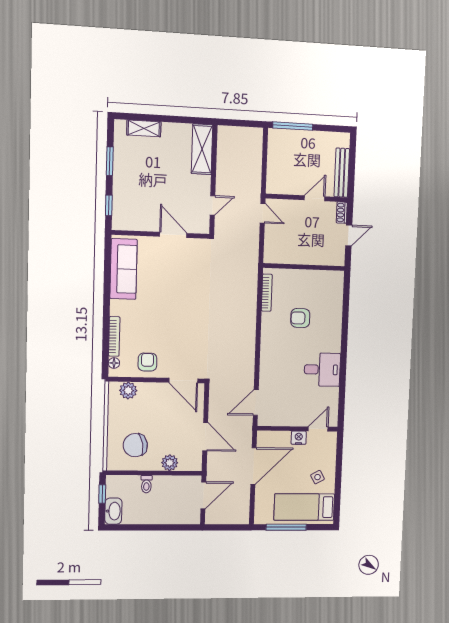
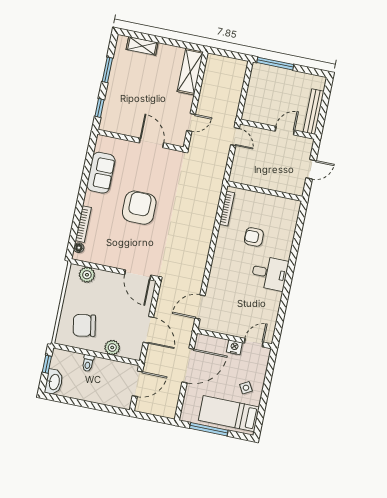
shoe rack: (342, 213) -> (308, 148), removed
sofa: (124, 269) -> (101, 173), width x0.73
armchair: (147, 362) -> (139, 208), moved, width x1.88, depth x1.88
desk: (322, 370) -> (270, 273), moved

